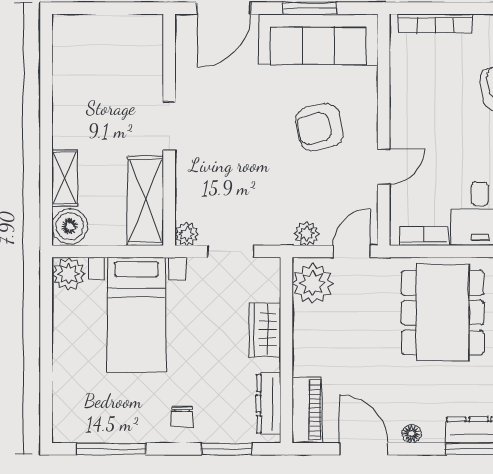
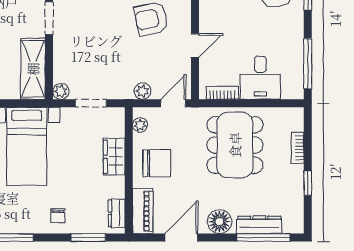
plant: (313, 283) -> (140, 125), width x0.53, depth x0.53
chair: (327, 339) -> (157, 163), added
dresser: (269, 404) -> (117, 213), width x0.70
floor lamp: (412, 434) -> (219, 222), width x1.89, depth x1.89
door: (364, 449) -> (181, 238), hinge flipped

